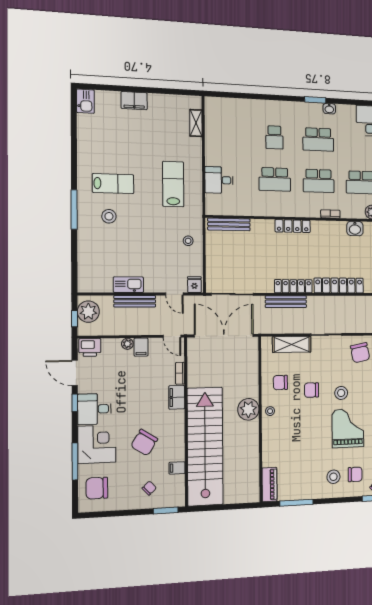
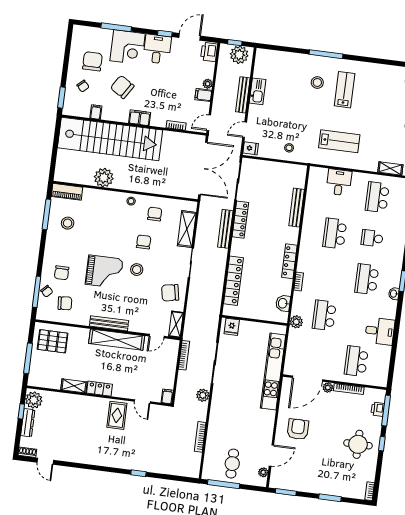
school desk: (319, 181) -> (377, 197), moved
lab bench: (113, 184) -> (345, 90), turned 180
bench: (229, 224) -> (297, 208), moved
locker: (293, 226) -> (289, 261), moved
locker: (293, 286) -> (240, 220), moved
filing cabinet: (177, 397) -> (140, 118), moved
plant: (248, 409) -> (104, 178), moved
stool: (333, 477) -> (68, 223), moved
chair: (97, 488) -> (92, 61), moved

